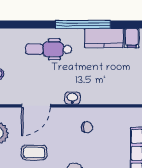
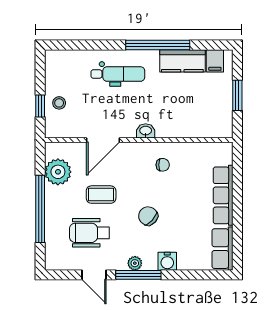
dental chair: (49, 49) -> (118, 74), turned 180

